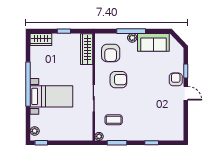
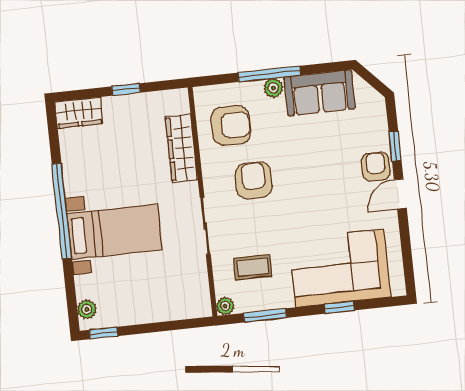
wardrobe: (87, 49) -> (181, 148), moved
armchair: (111, 53) -> (231, 125), turned -90
armchair: (118, 80) -> (254, 180), turned -90
door: (186, 93) -> (400, 194), swing flipped
corner sofa: (154, 125) -> (340, 268), added

